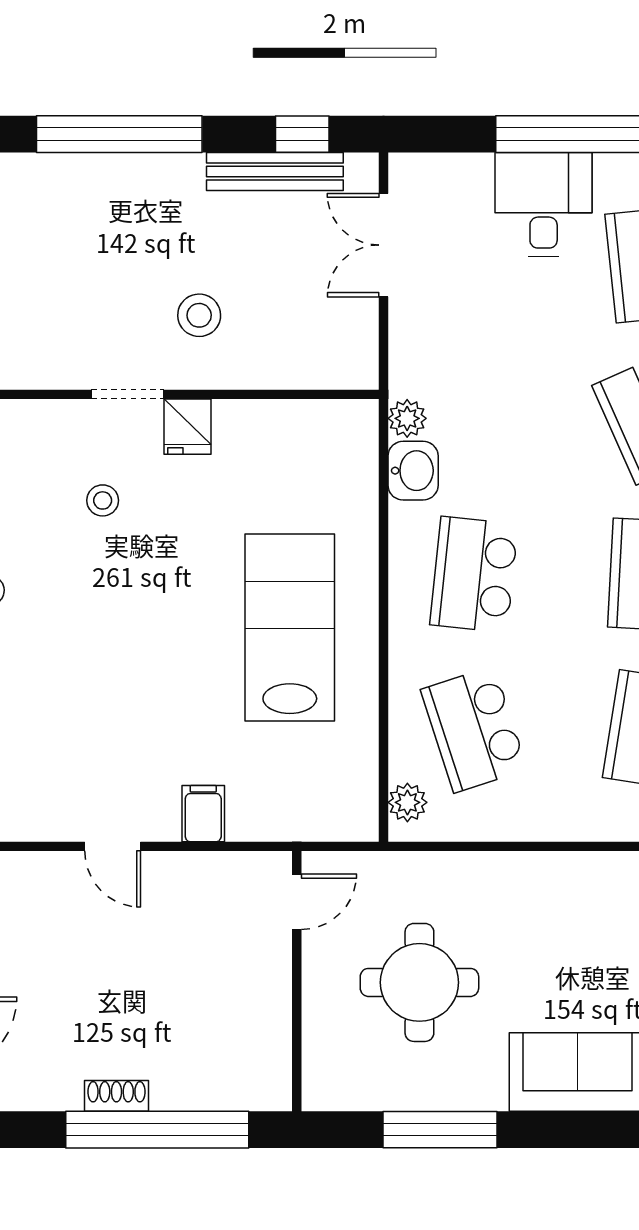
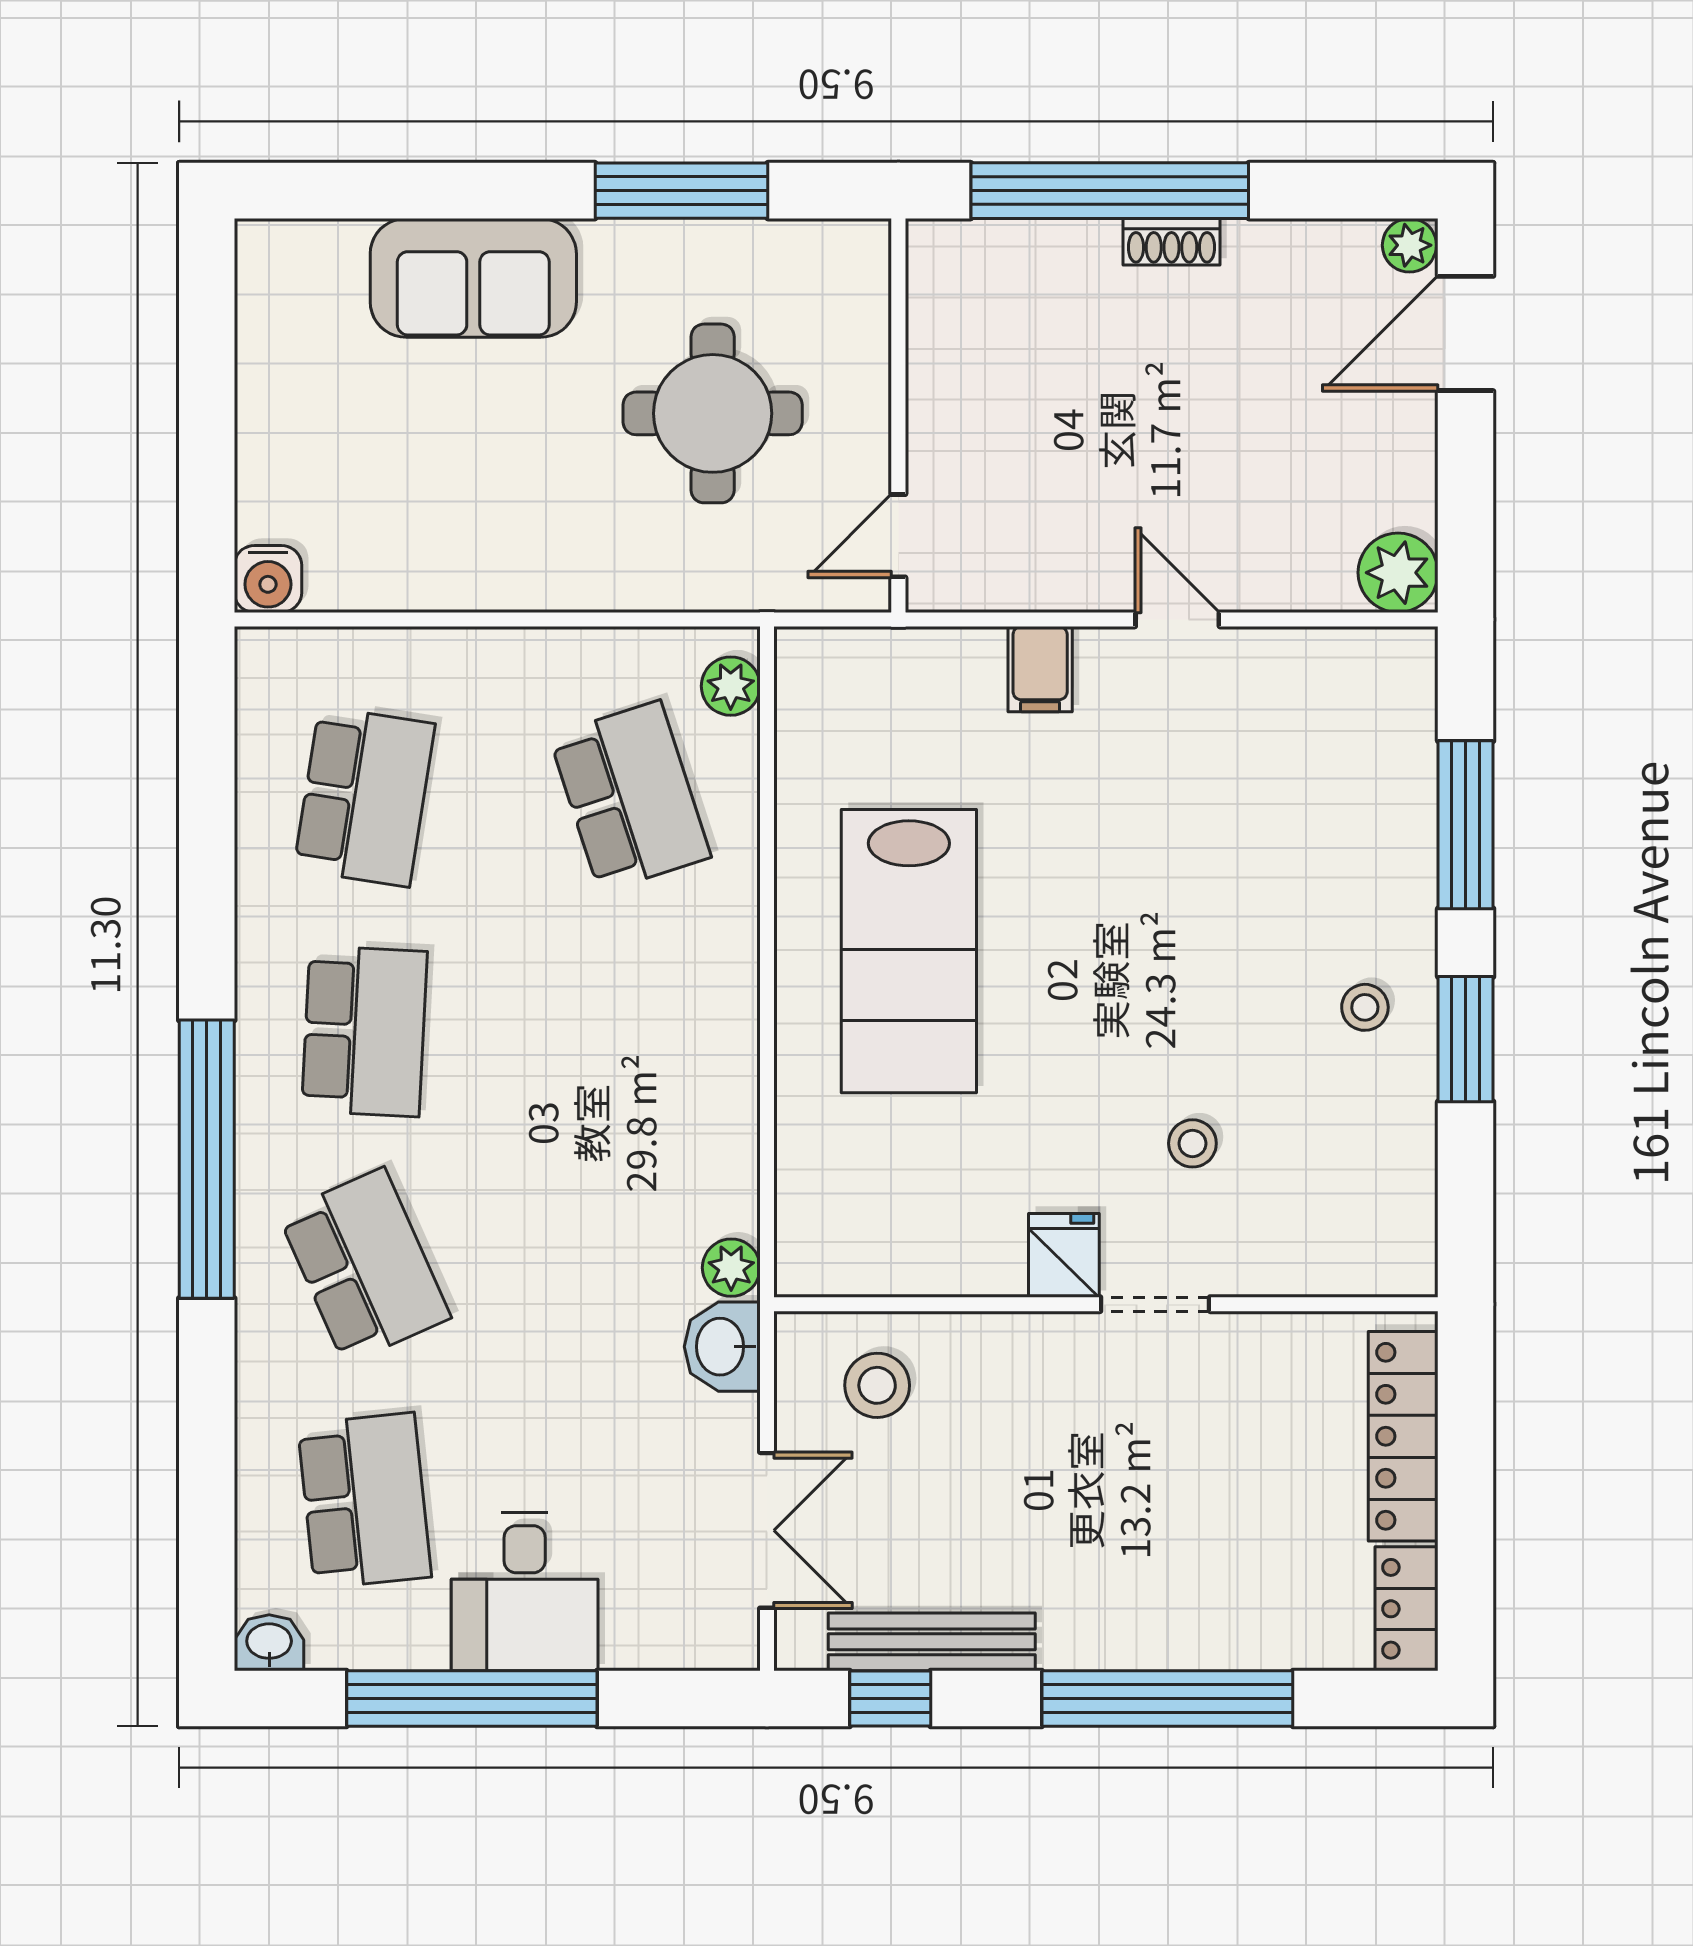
stool: (199, 315) -> (877, 1385), moved
washbasin: (413, 471) -> (722, 1347), moved
school desk: (474, 575) -> (630, 1031), removed

